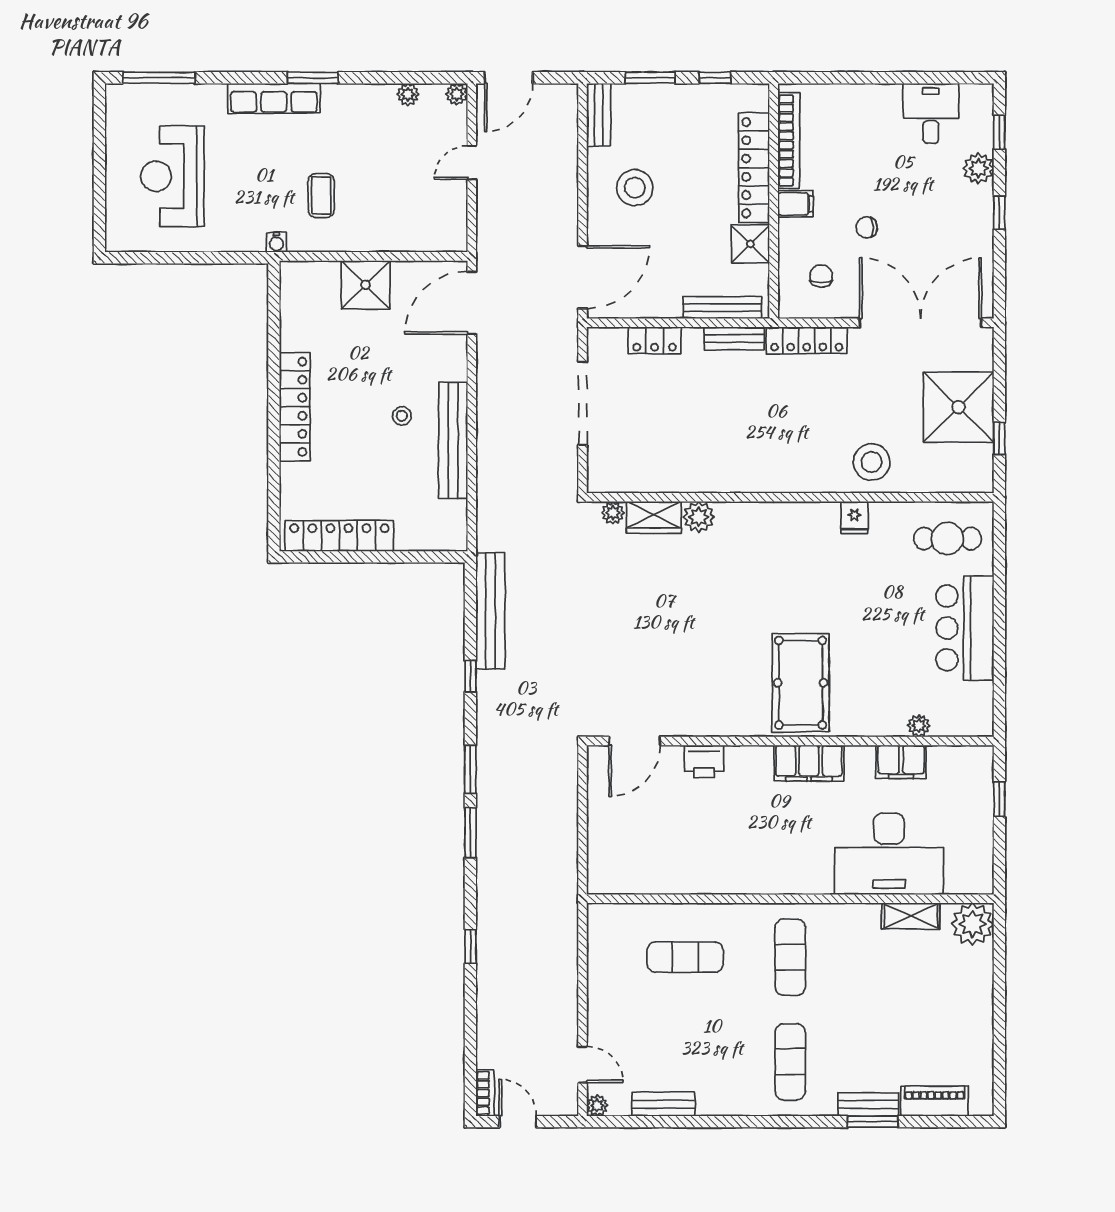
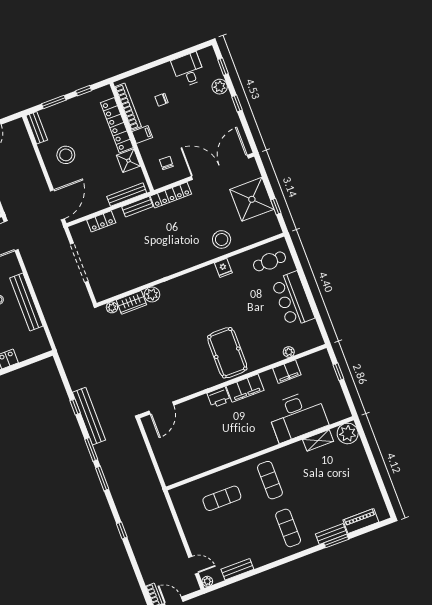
chair: (867, 227) -> (162, 100), moved
bench: (490, 611) -> (89, 416), moved
printer: (704, 761) -> (219, 397), moved

